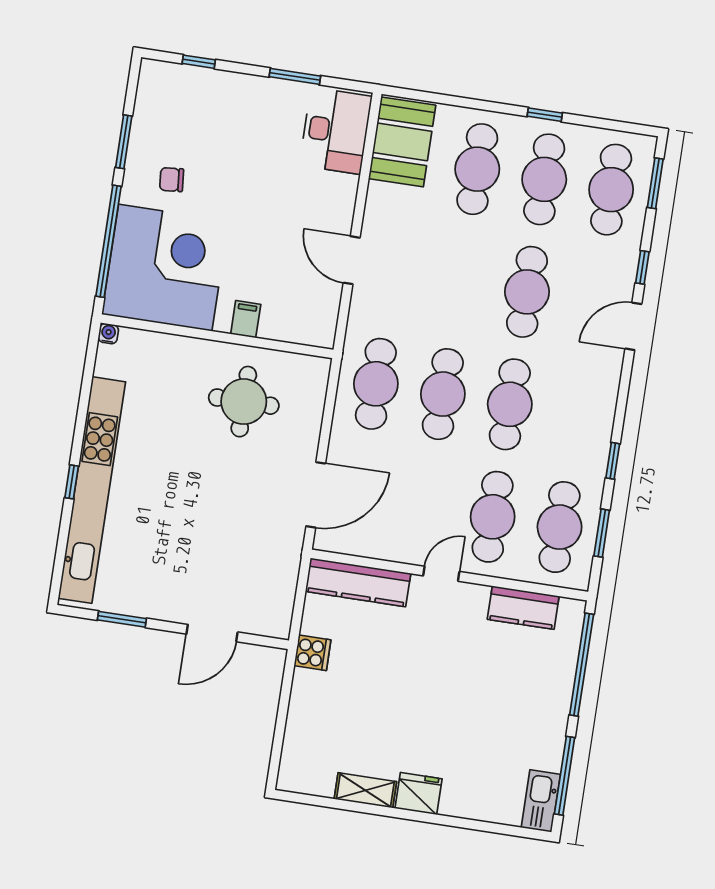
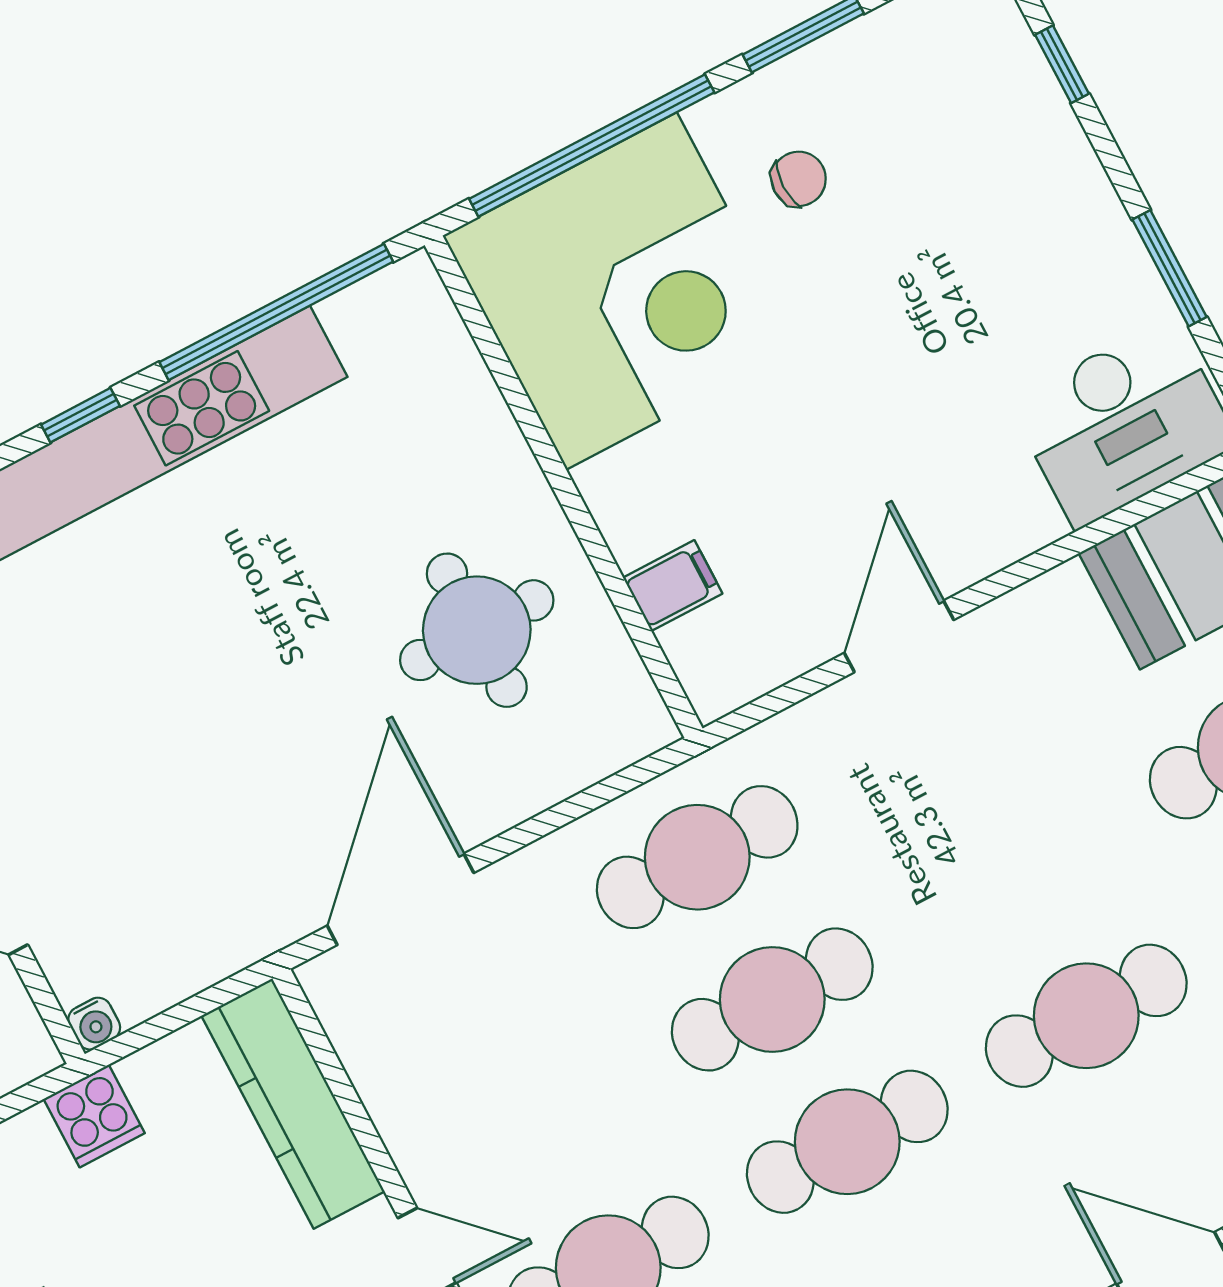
chair: (172, 180) -> (799, 179), turned 95
filing cabinet: (246, 319) -> (673, 586), moved
water cooler: (108, 334) -> (94, 1024), moved, turned 90
window: (86, 390) -> (276, 312), added
door: (316, 495) -> (400, 899), swing flipped

